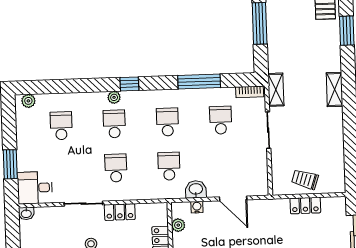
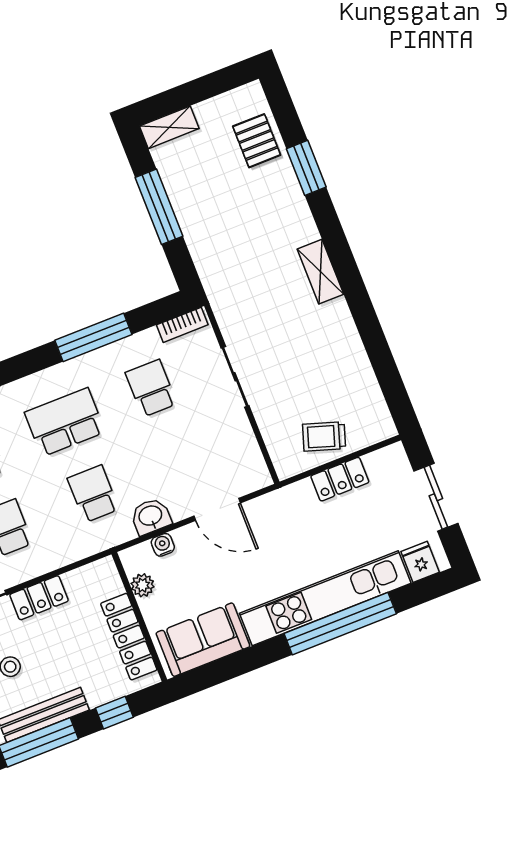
shelving: (276, 90) -> (224, 306), removed
school desk: (167, 122) -> (65, 422), width x1.85

